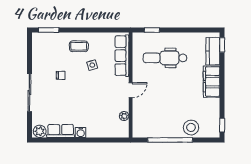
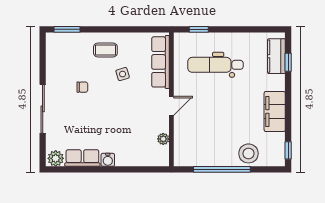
window: (222, 45) -> (288, 62), moved
filing cabinet: (212, 82) -> (275, 112), moved

